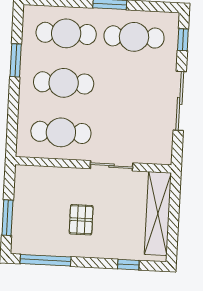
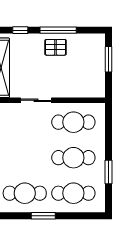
pallet: (81, 220) -> (56, 47), moved, turned 90
window: (46, 260) -> (58, 30), moved

